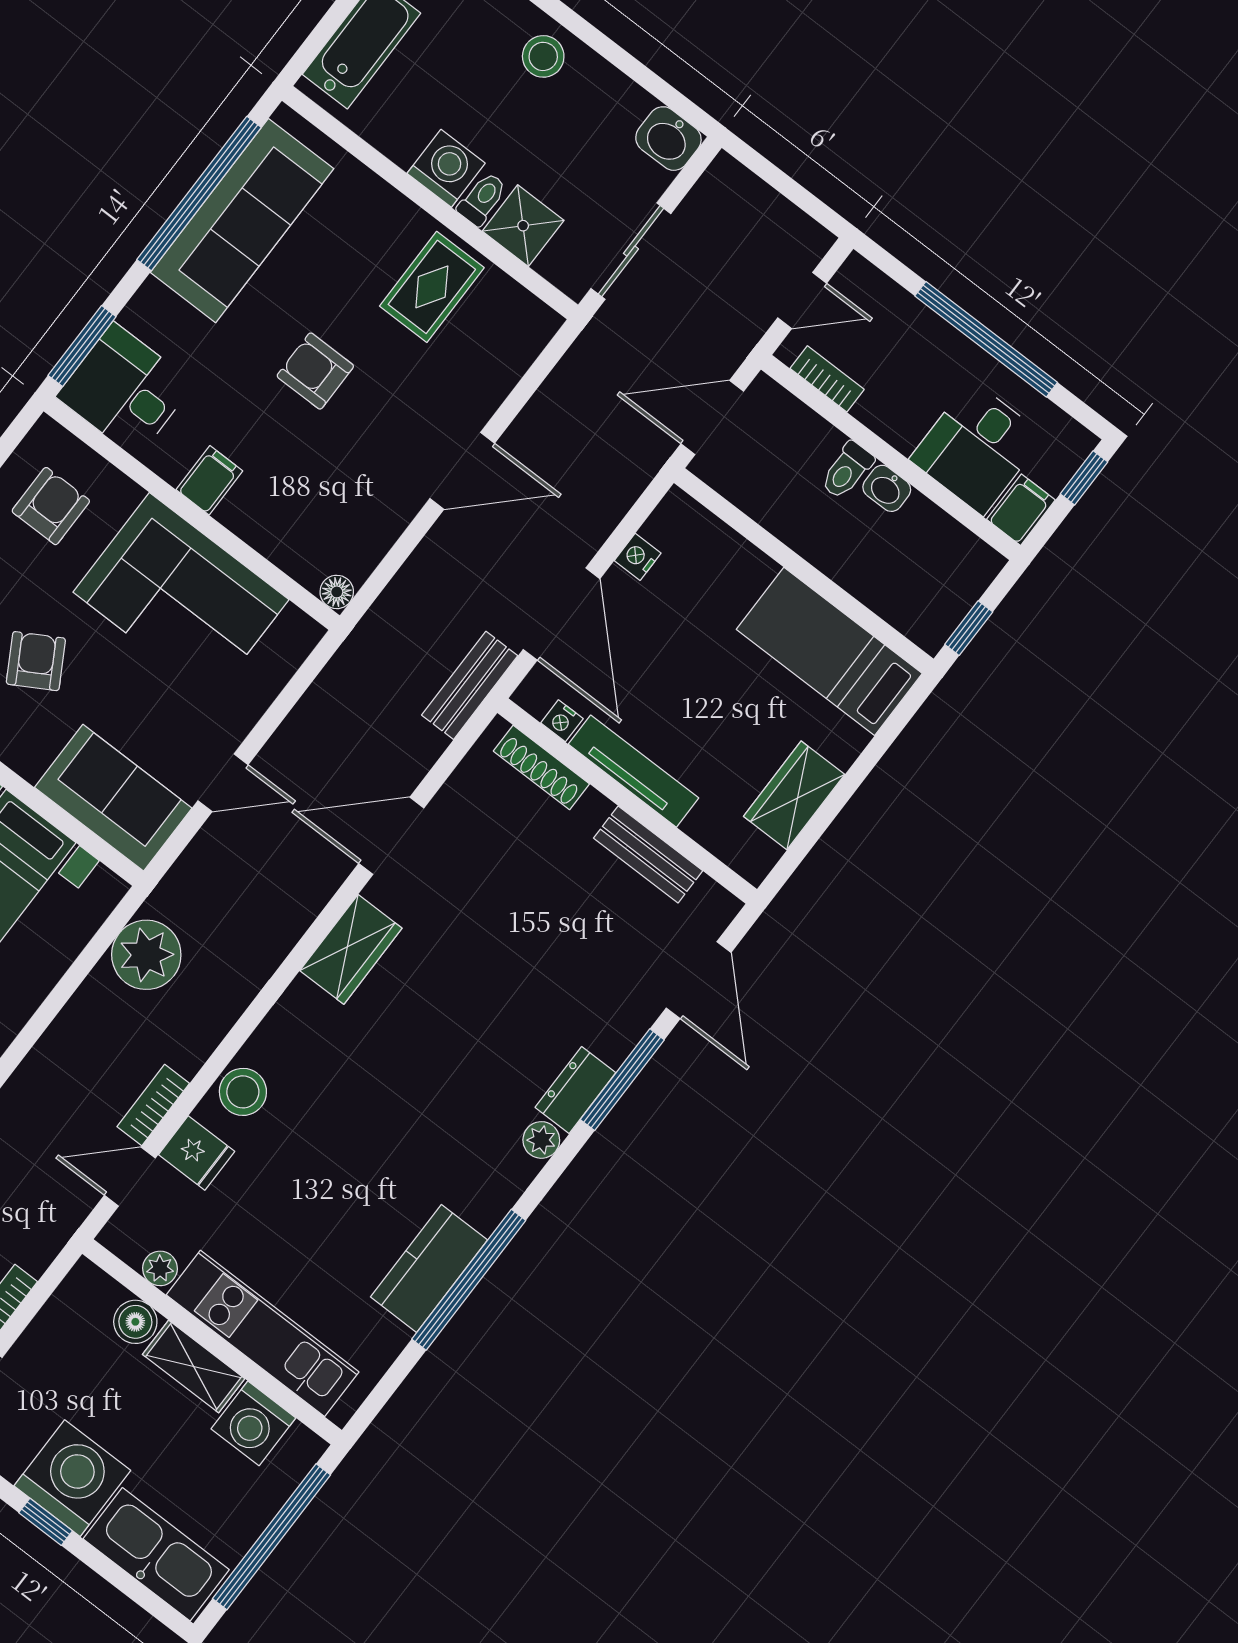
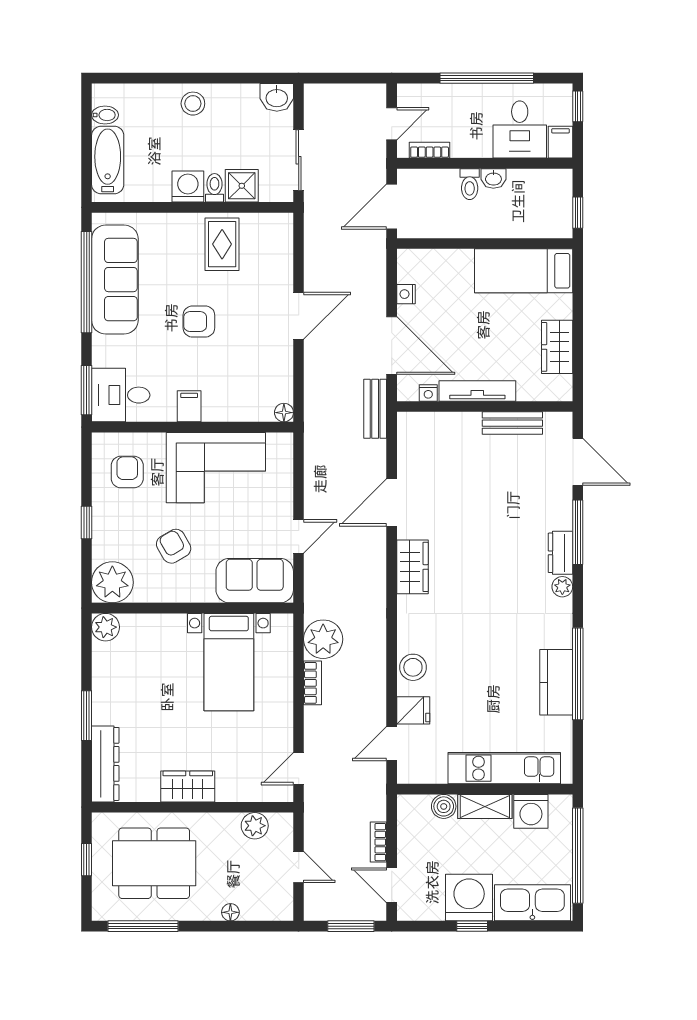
shoe rack: (541, 767) -> (435, 421), removed
bookcase: (153, 1105) -> (313, 683), moved, turned 180
plant: (160, 1268) -> (436, 774), removed

